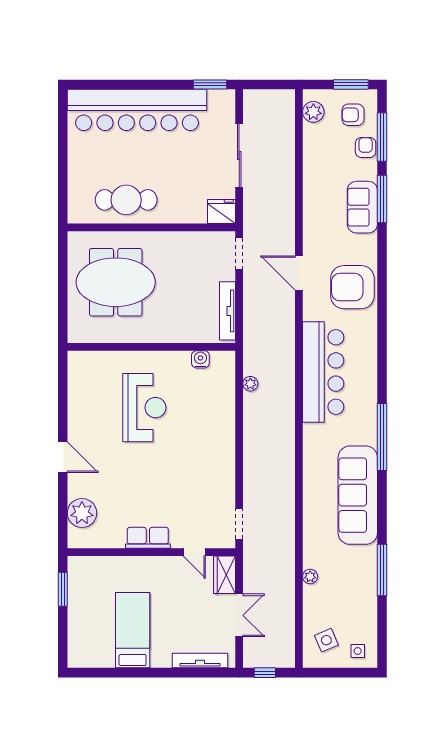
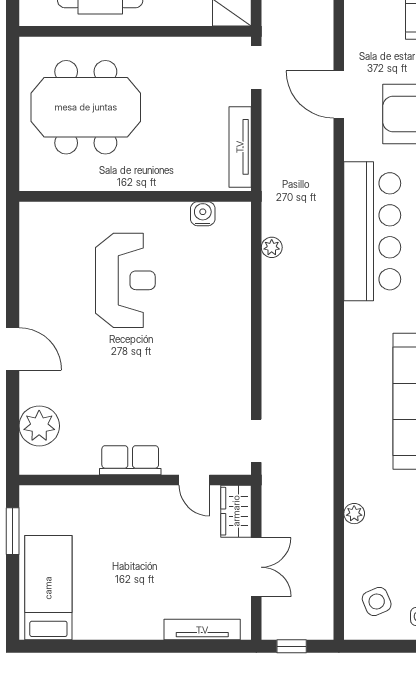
bed: (133, 630) -> (48, 588), moved

